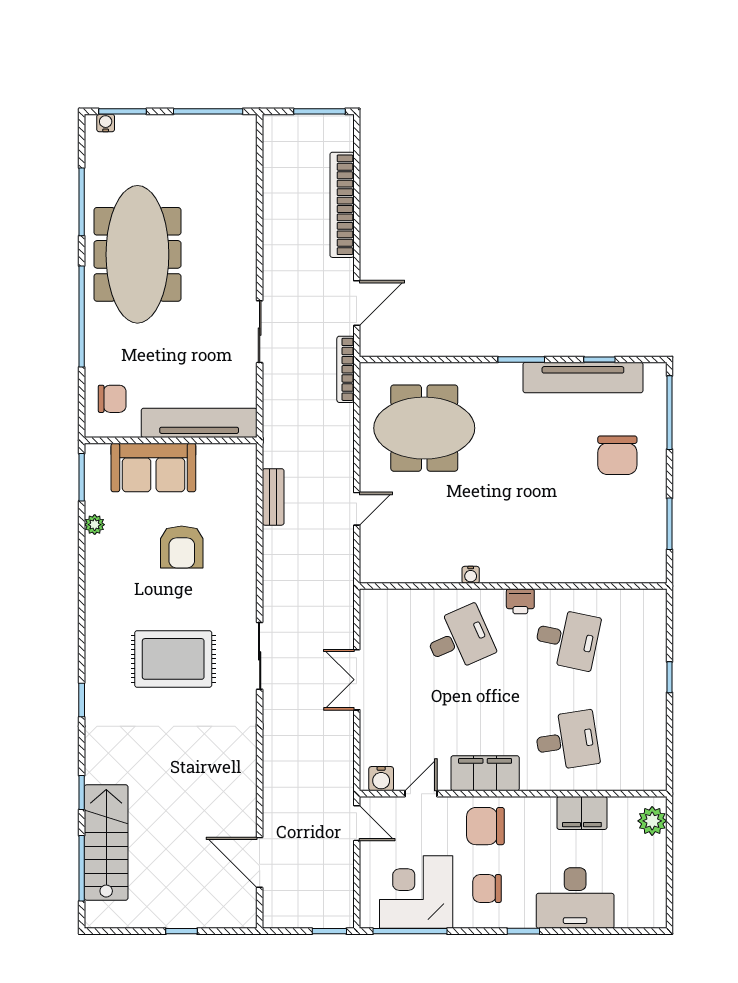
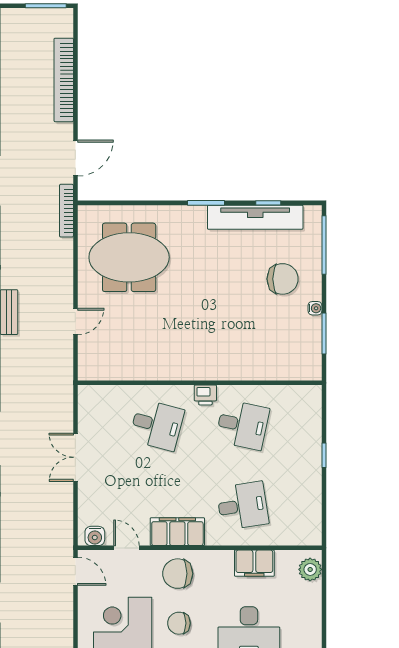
chair: (617, 455) -> (283, 279), turned -90
water cooler: (471, 575) -> (315, 308), moved, turned -90
desk: (459, 639) -> (157, 425), turned 39
door: (421, 794) -> (126, 548), hinge flipped

